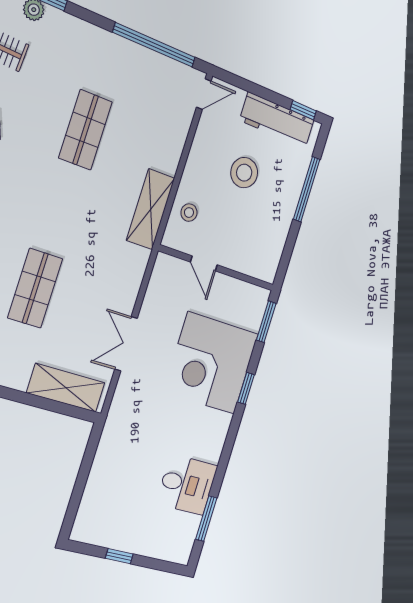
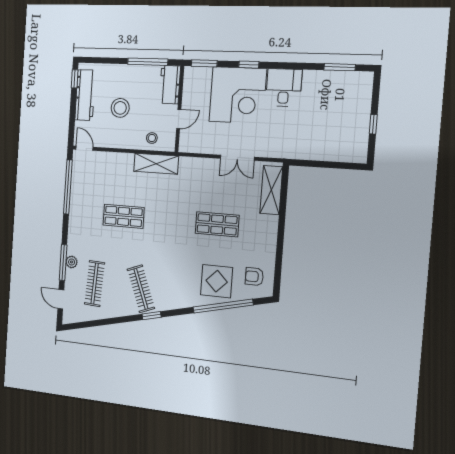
window: (307, 189) -> (148, 62), moved
workbench: (254, 262) -> (170, 85), added
desk: (187, 485) -> (284, 88), moved

